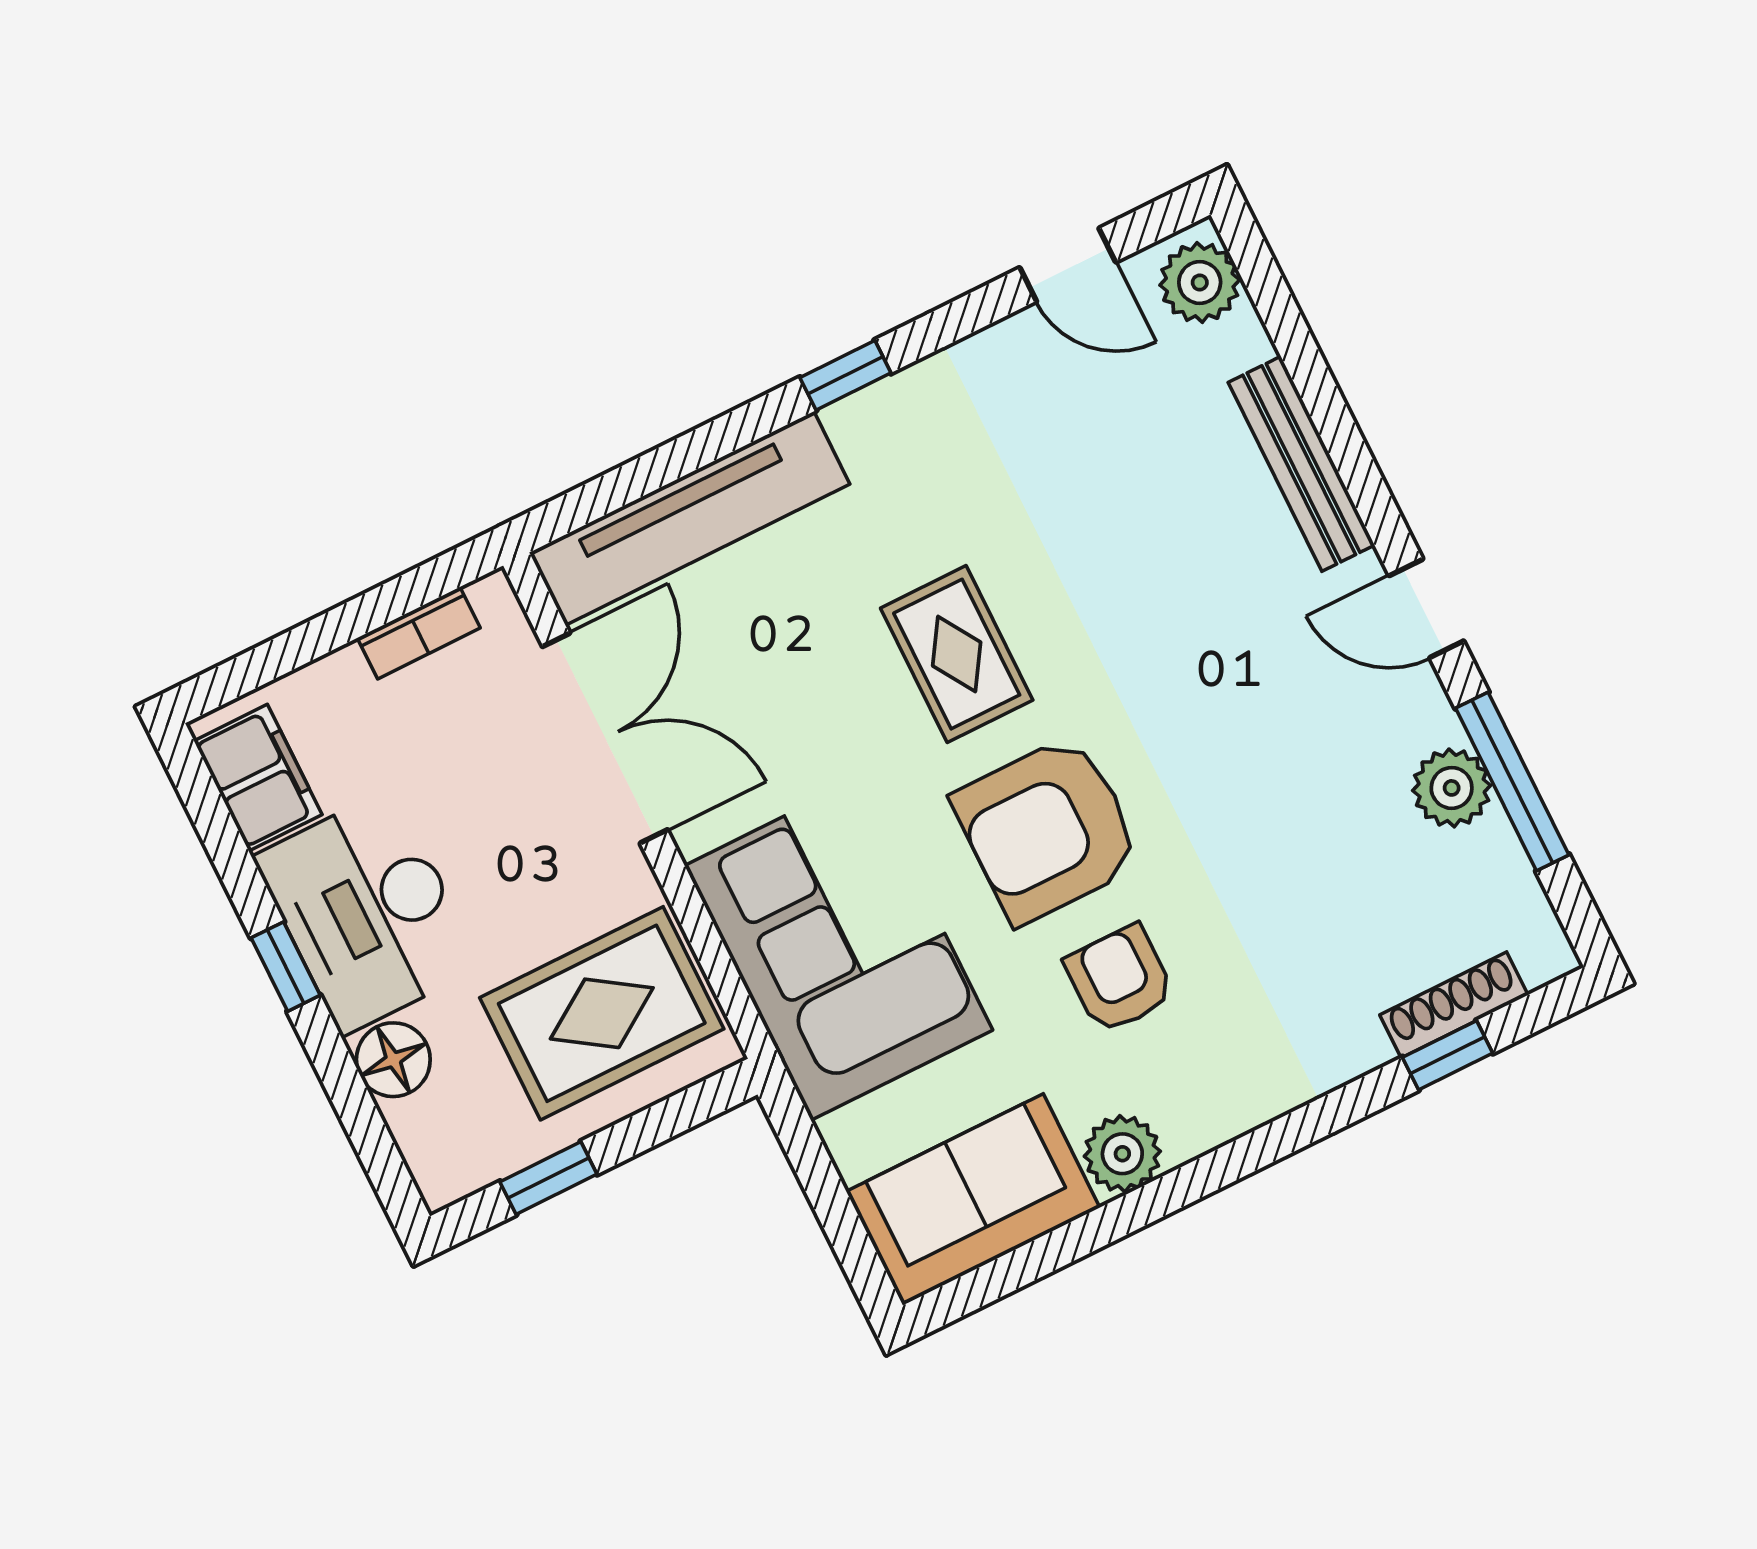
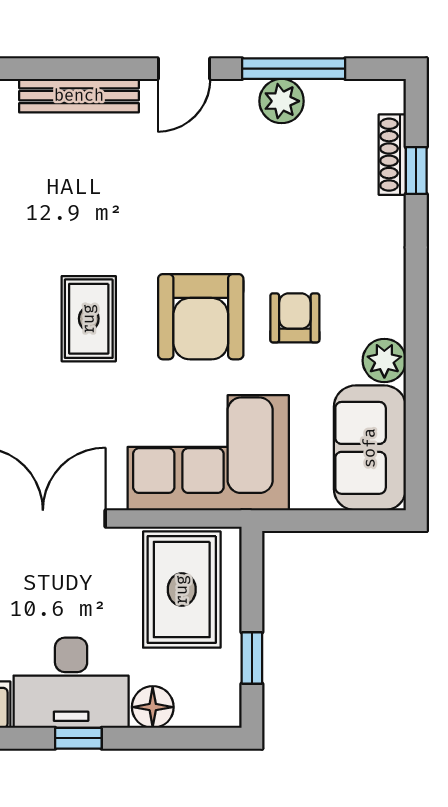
rug: (957, 654) -> (89, 319), turned 90
armchair: (1120, 979) -> (295, 318), turned 90

